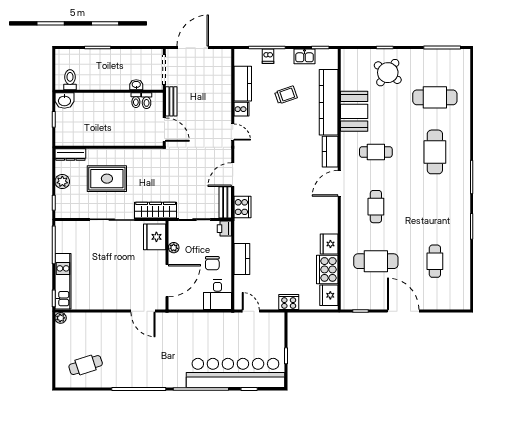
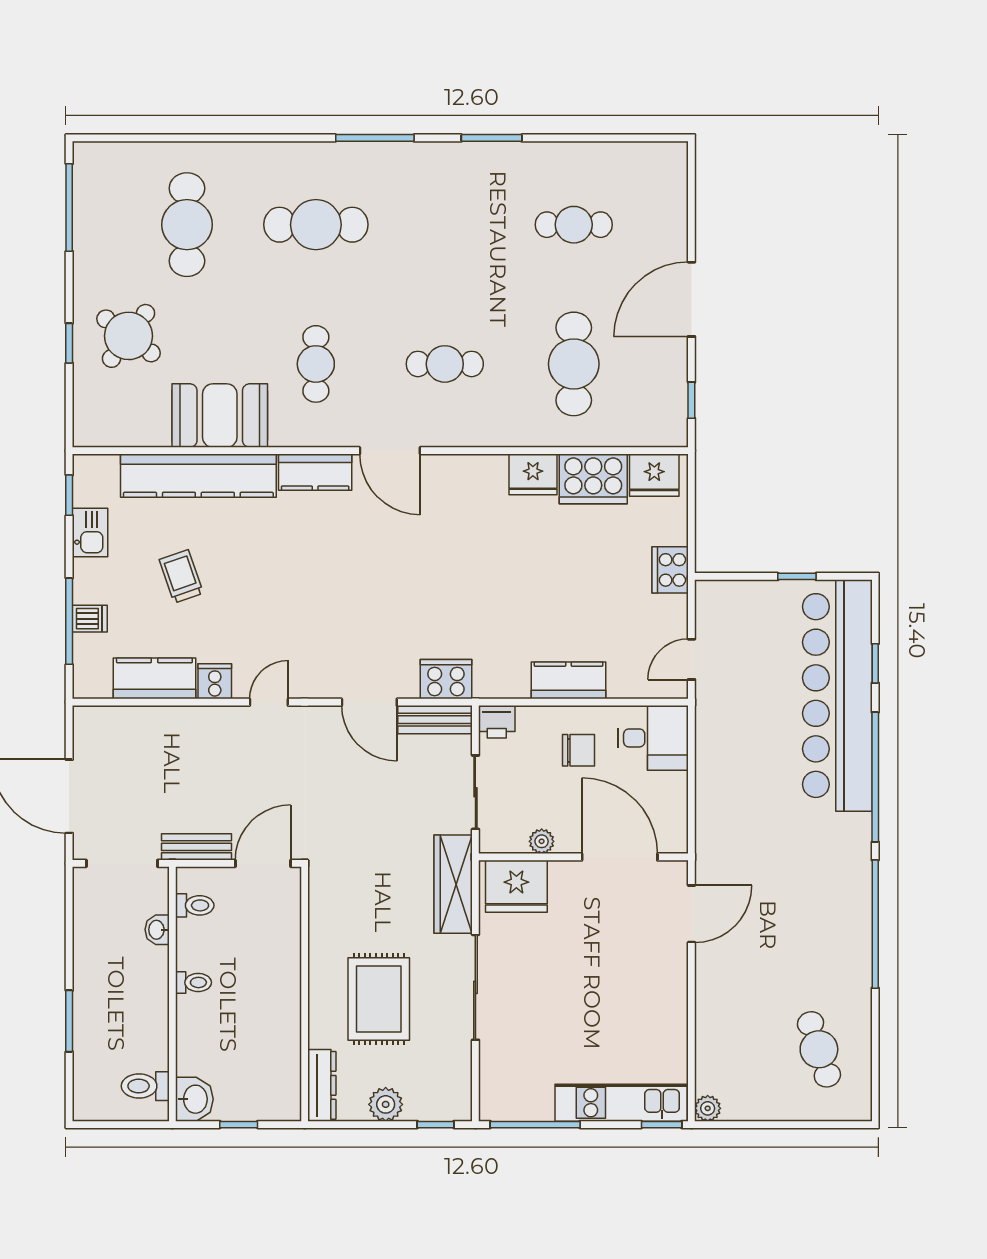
toilet: (136, 100) -> (193, 982), moved

